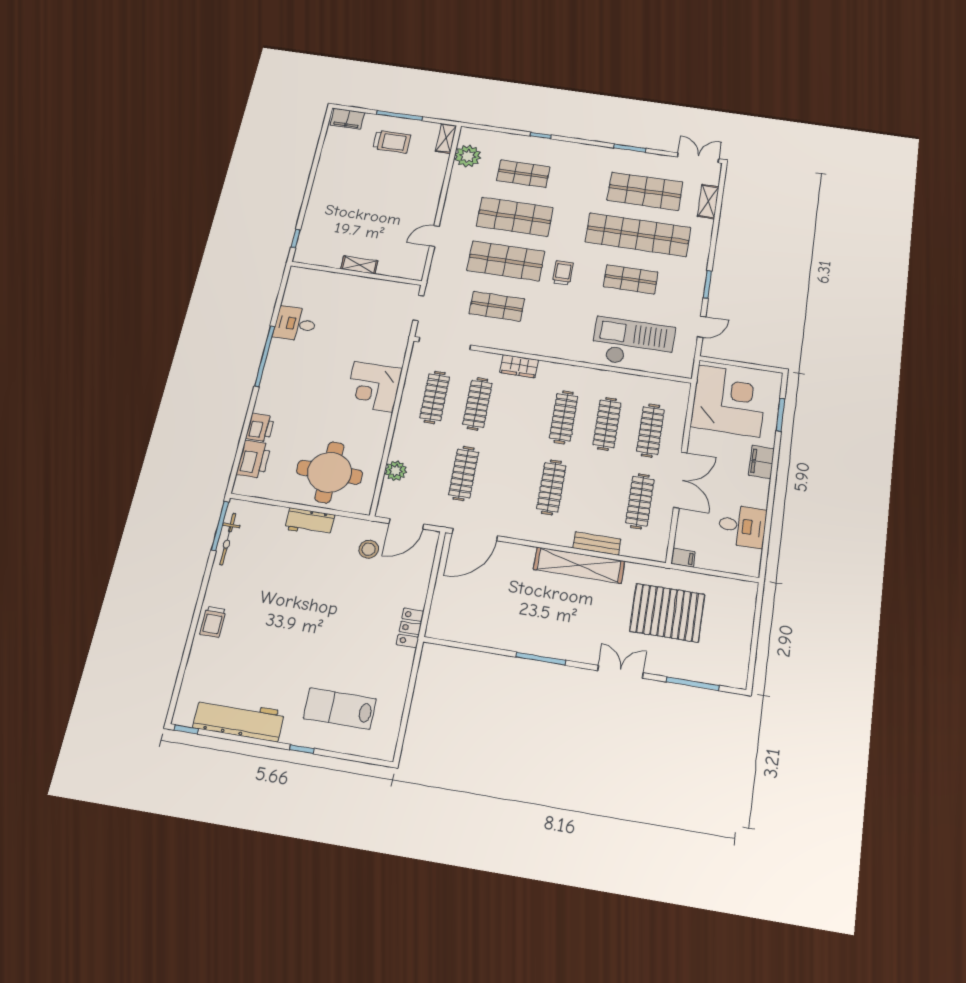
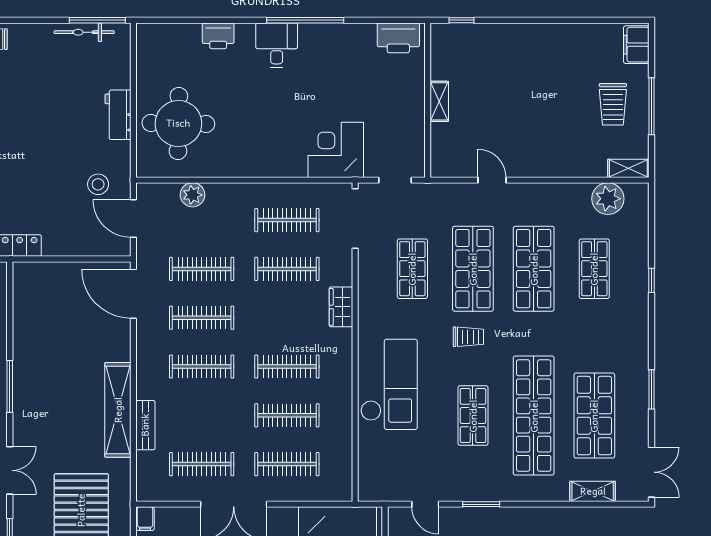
desk: (295, 324) -> (277, 45), moved
checkout: (633, 343) -> (389, 384), moved
corner desk: (374, 387) -> (336, 150), moved
printer: (254, 459) -> (398, 38), moved
clothes rail: (507, 480) -> (202, 318), added

